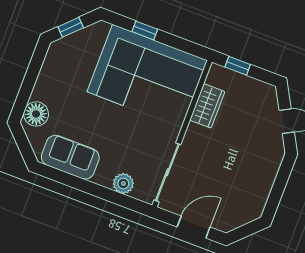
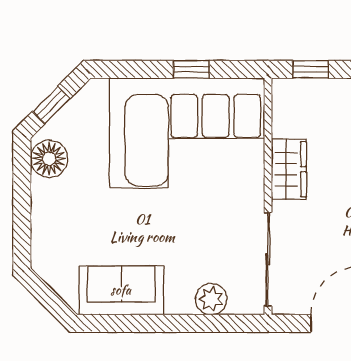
window: (145, 30) -> (191, 69), moved
wardrobe: (207, 106) -> (289, 169), moved
floor lamp: (36, 114) -> (49, 159), moved

